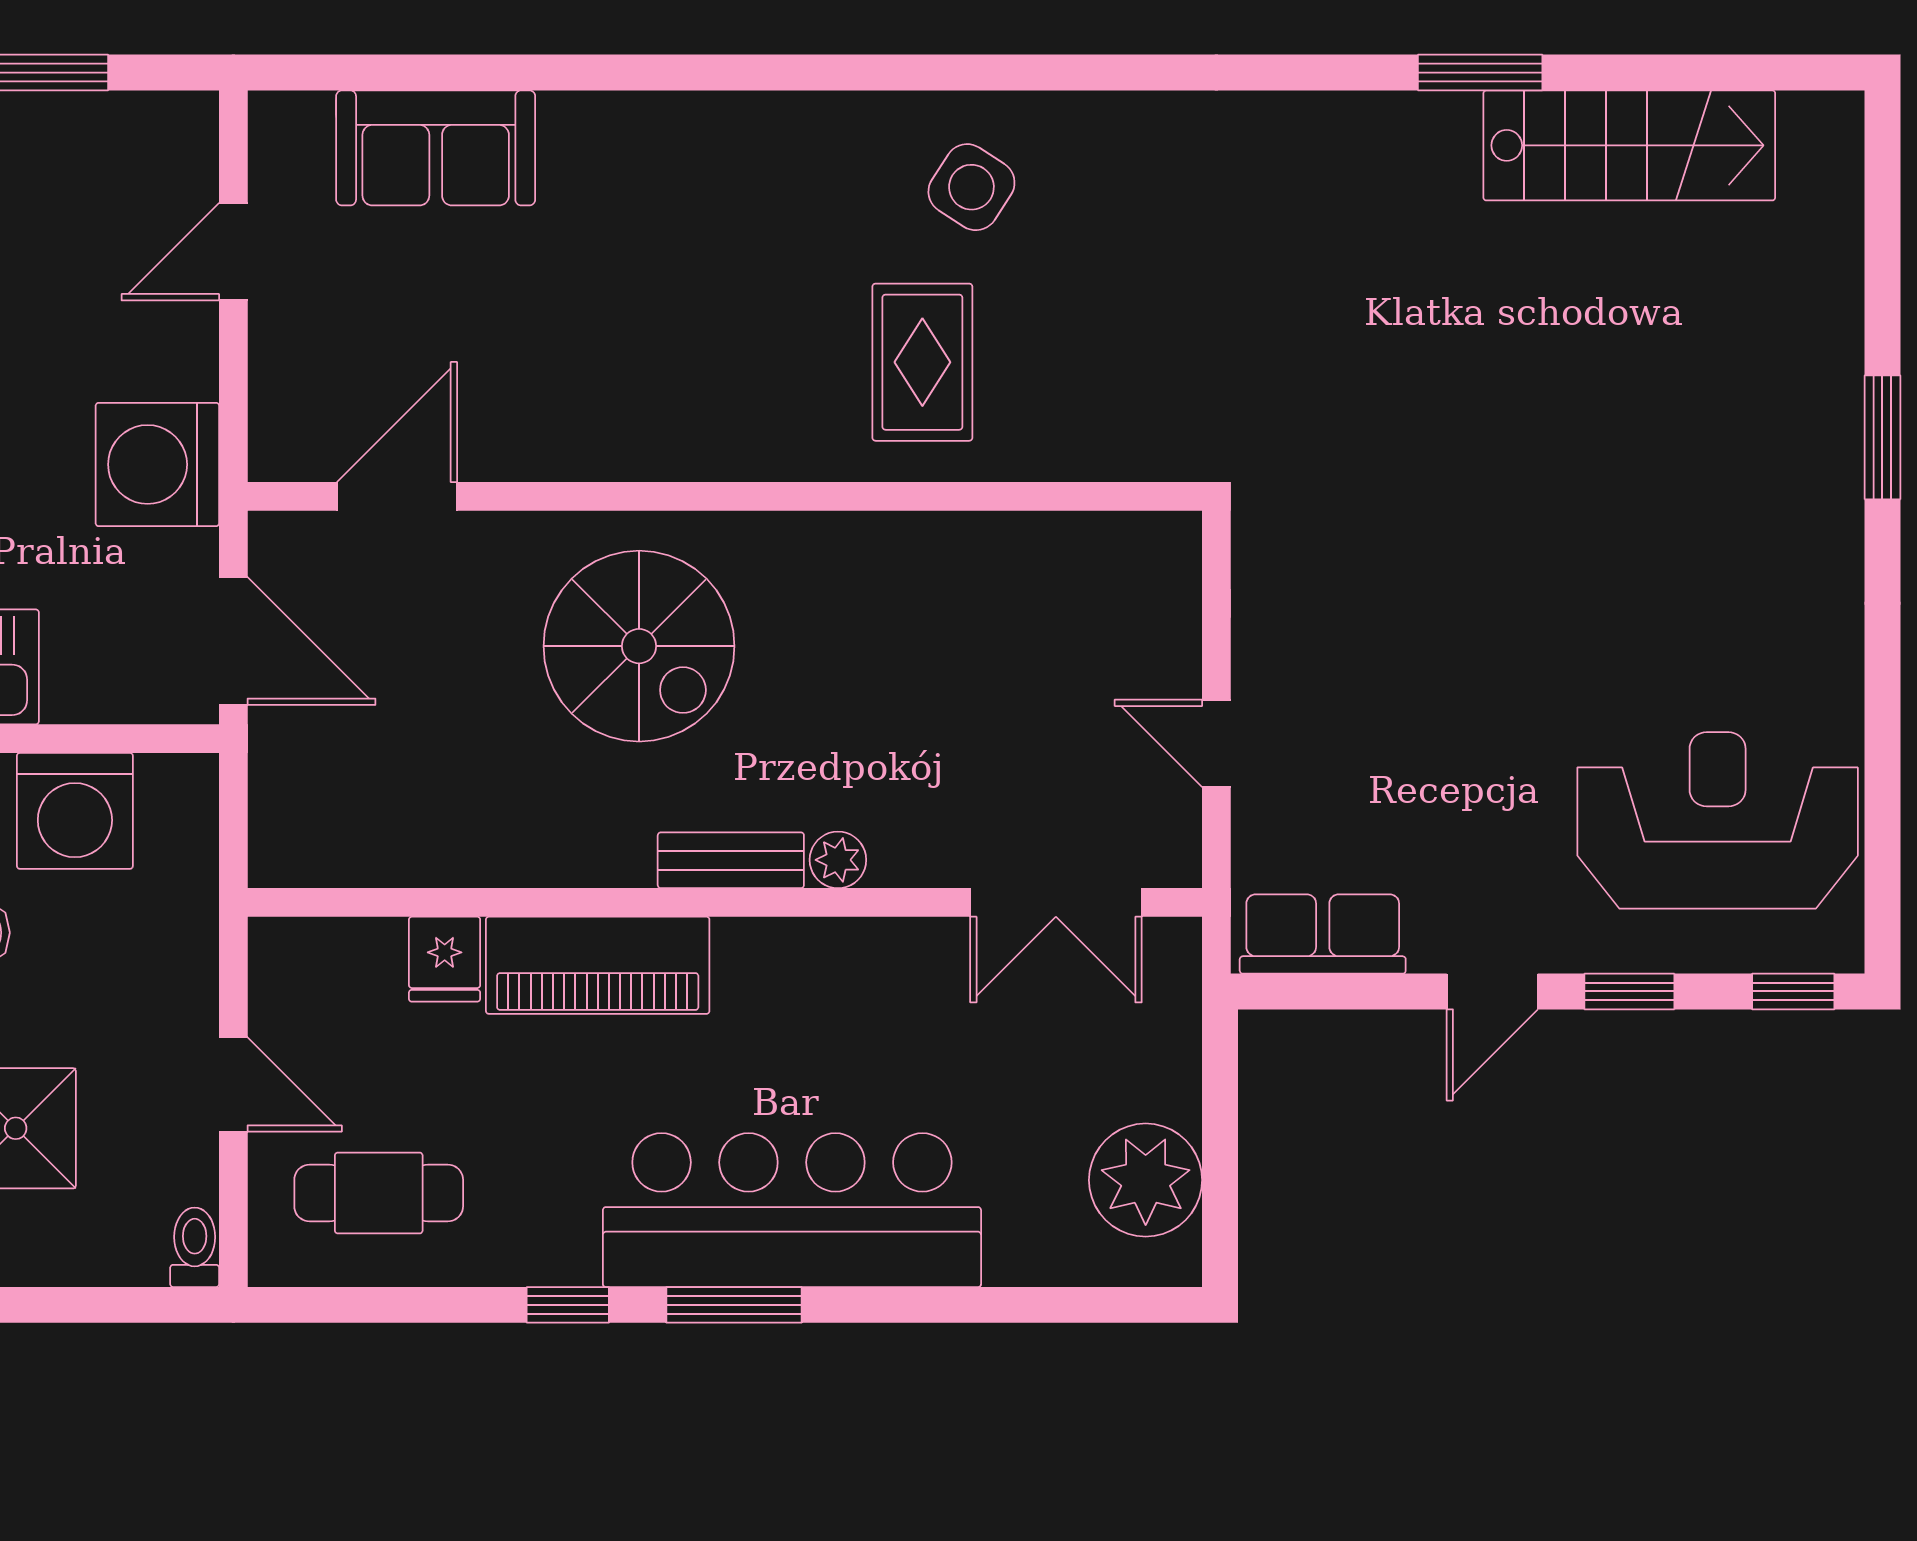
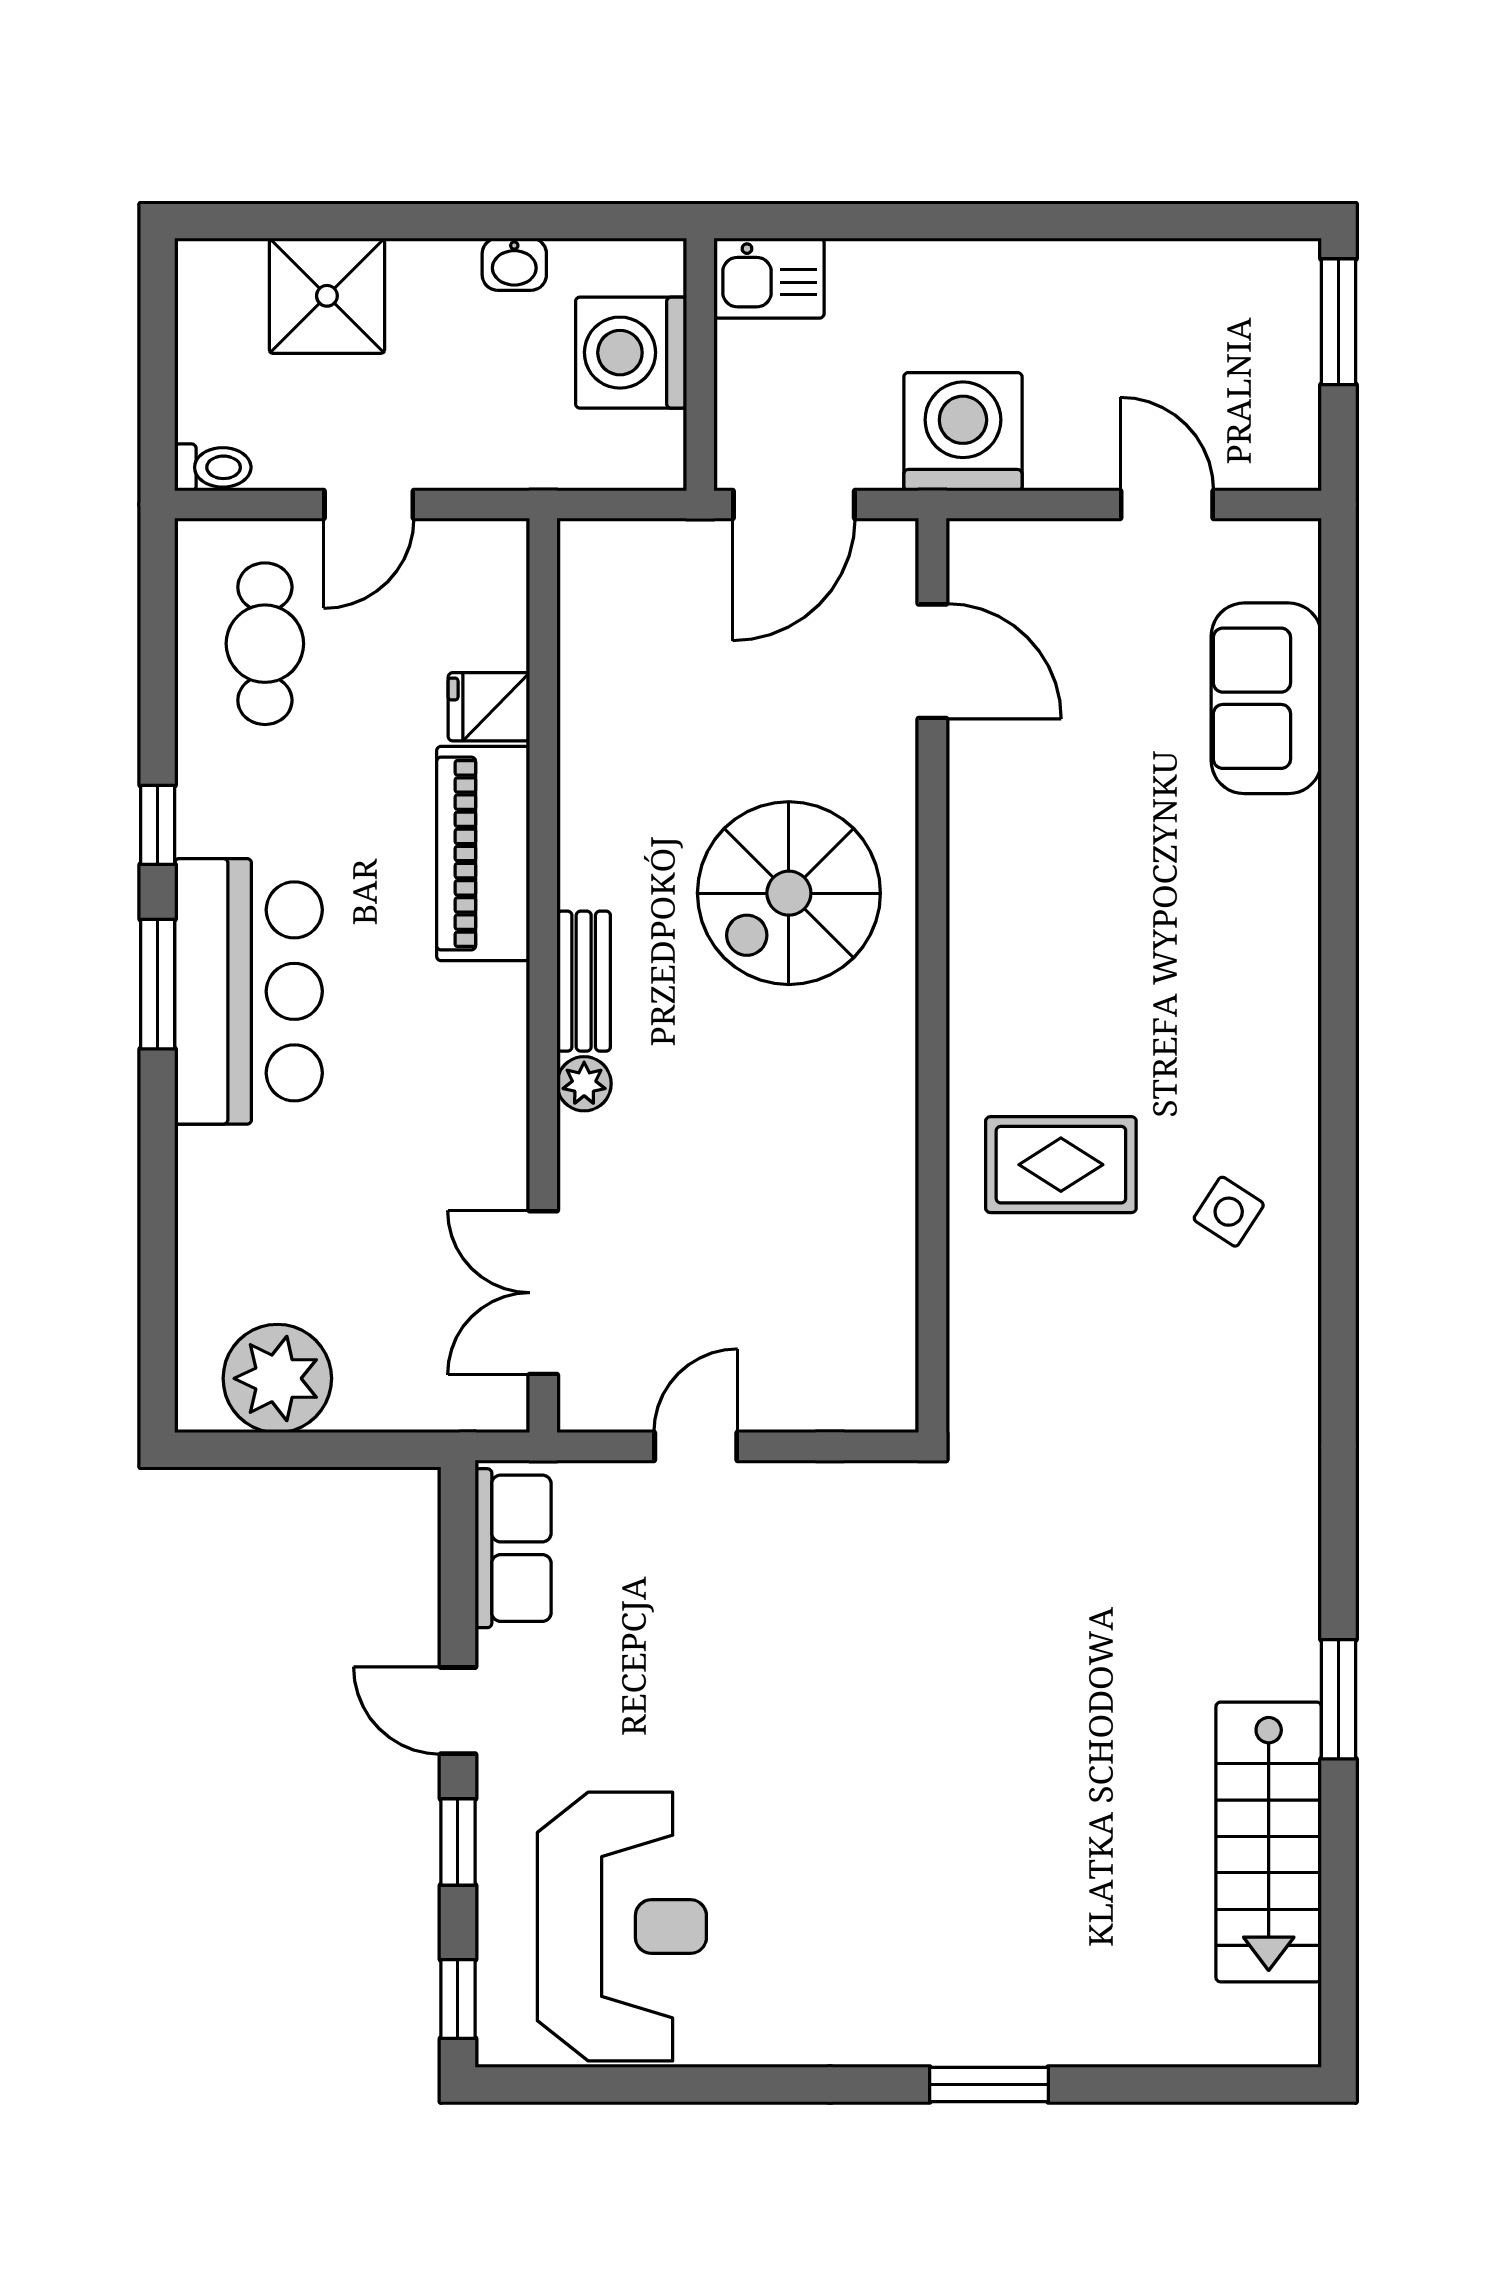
side table: (971, 187) -> (1229, 1212), width x0.73, depth x0.73
bar counter: (792, 1210) -> (249, 991), width x0.73

